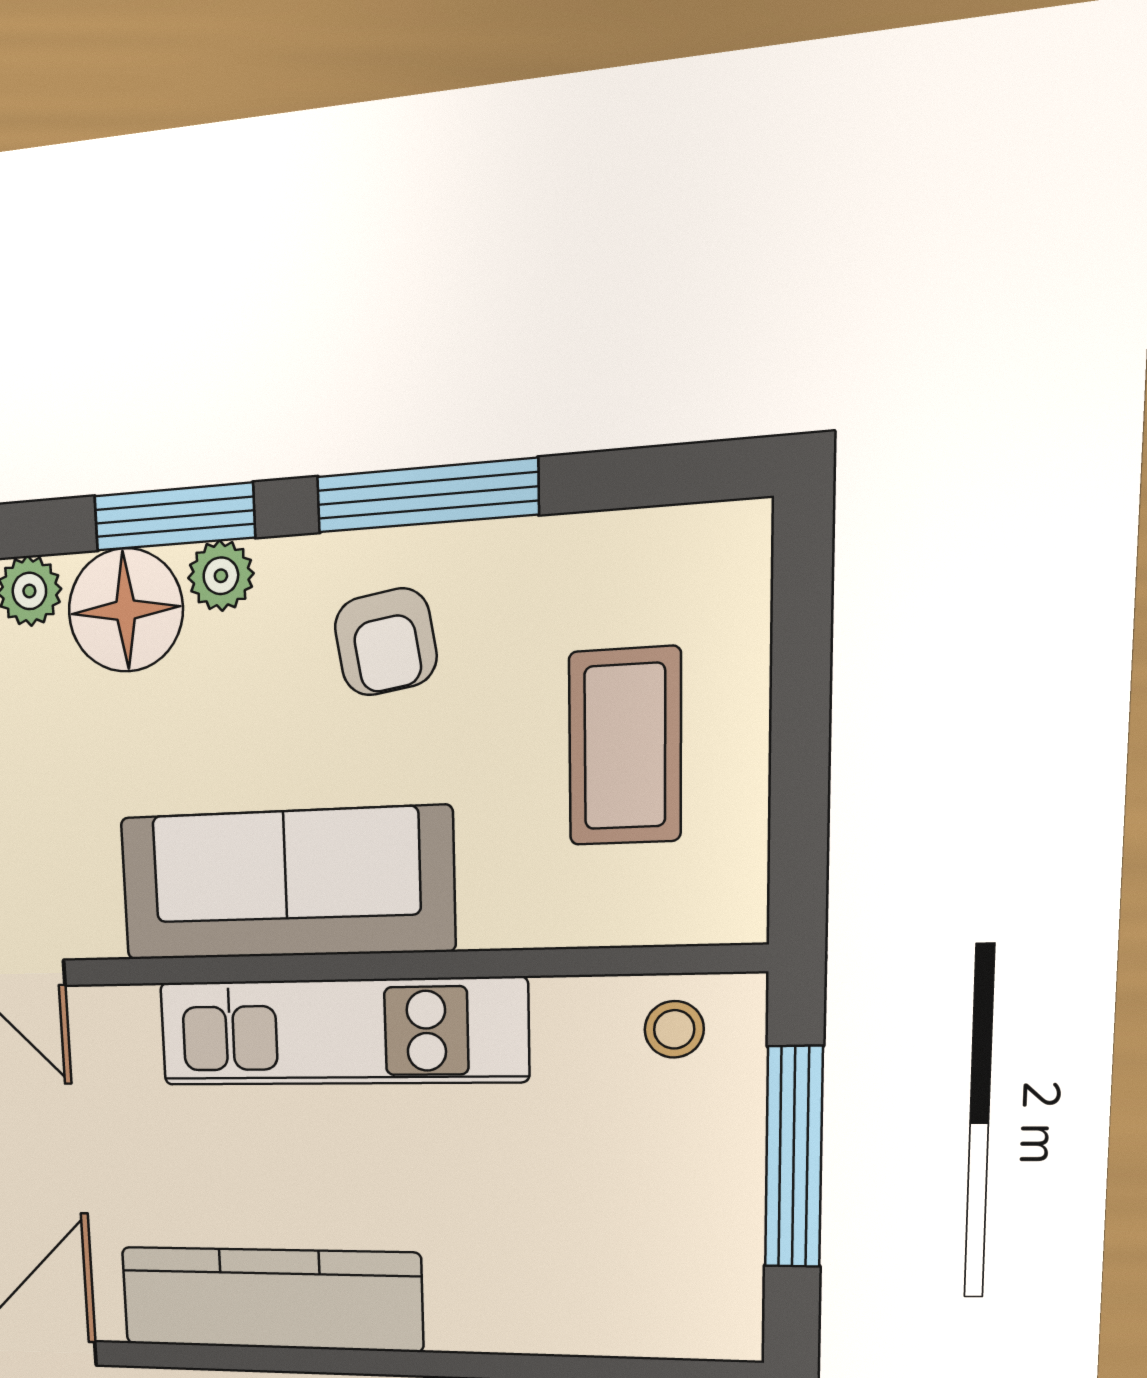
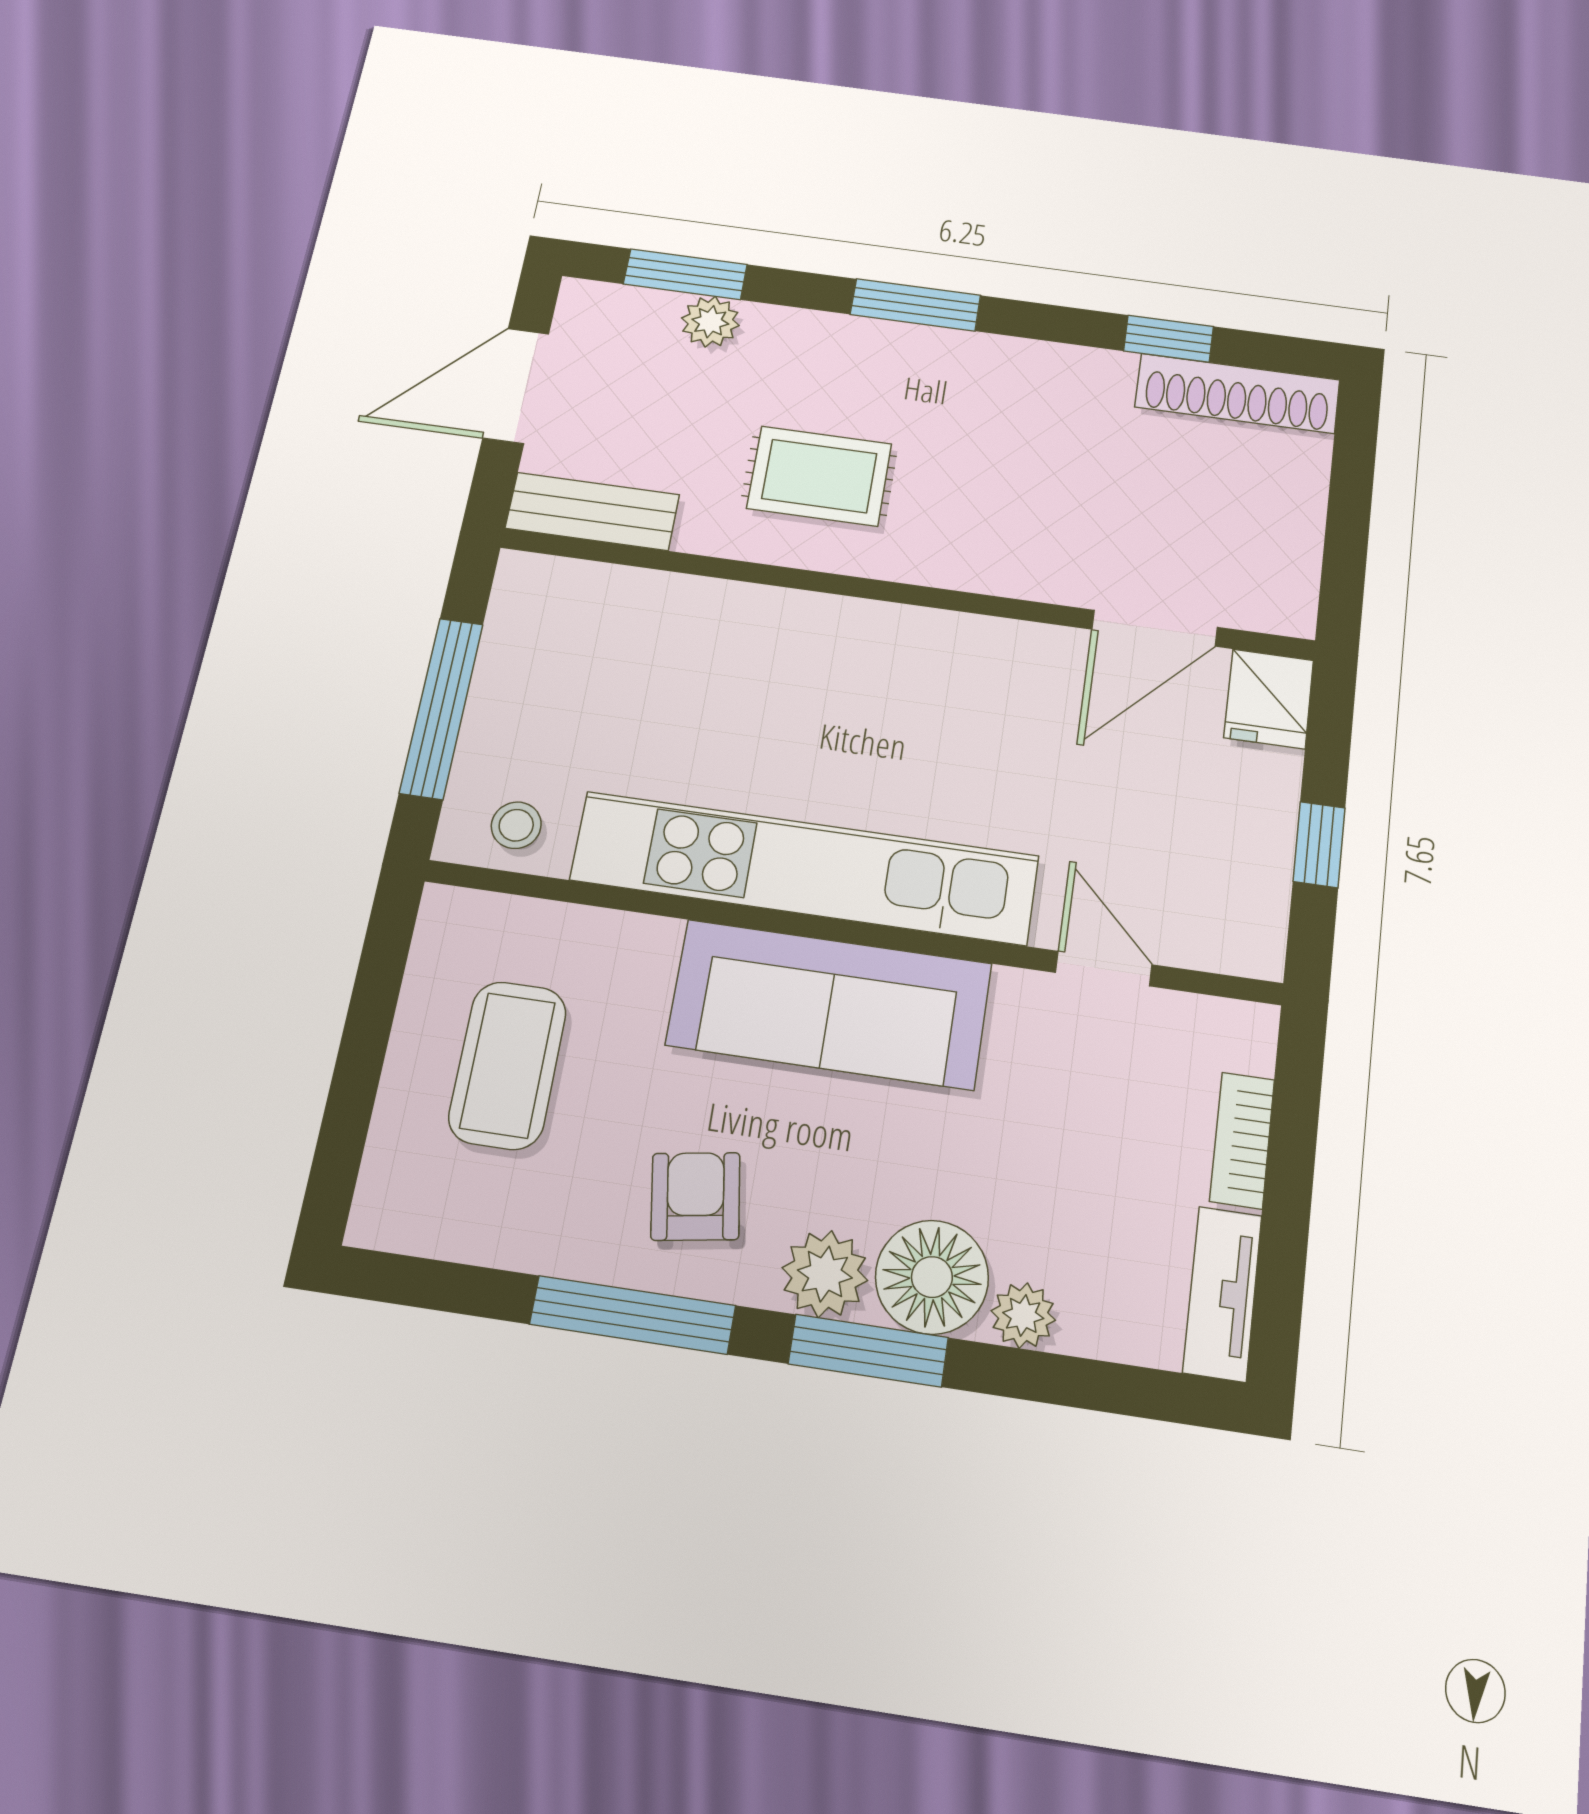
plant: (221, 576) -> (825, 1274), width x1.38, depth x1.38
kitchen unit: (341, 1032) -> (805, 868), width x1.36
kitchen counter: (271, 1299) -> (917, 648), removed

